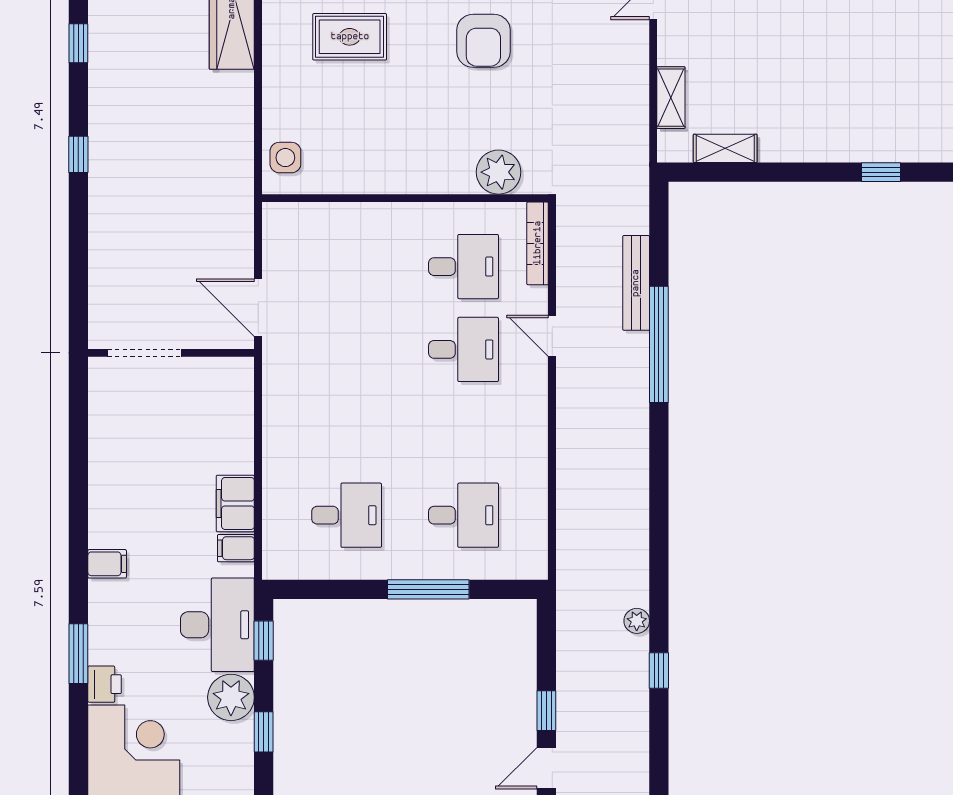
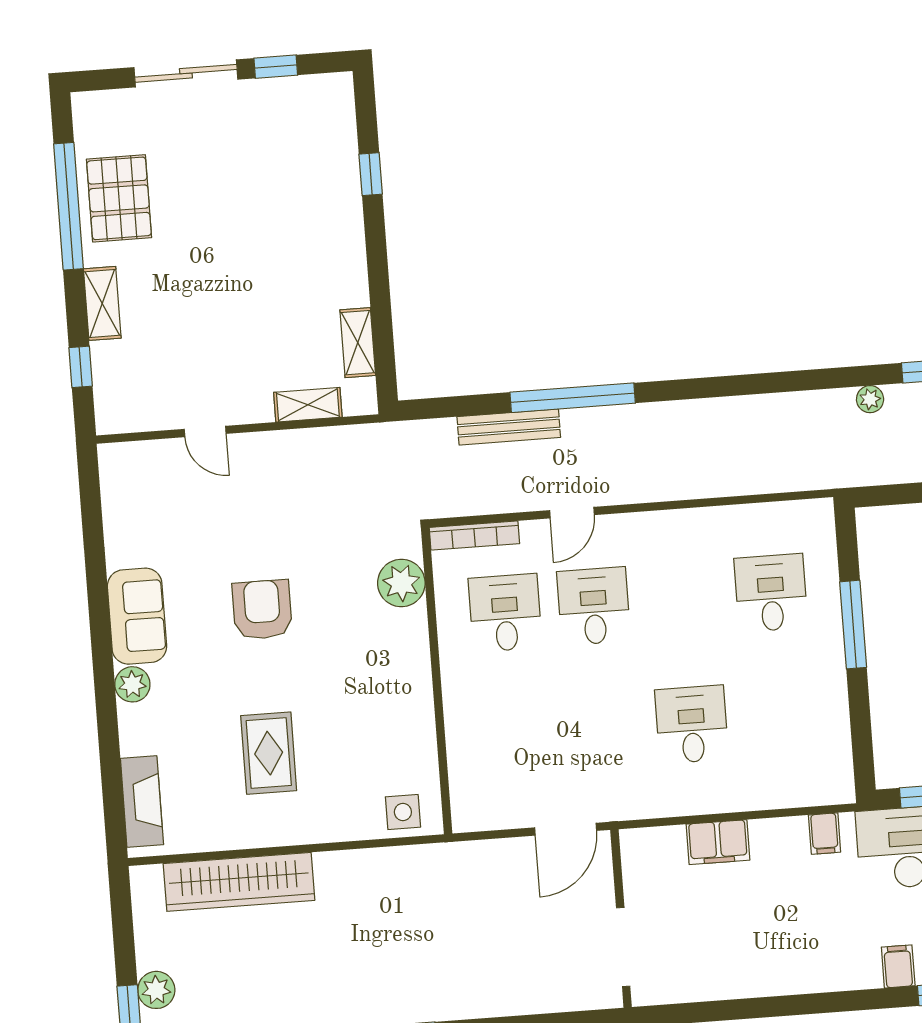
armchair: (483, 41) -> (262, 610), turned -90
filing cabinet: (235, 503) -> (718, 842), moved
desk: (347, 515) -> (692, 725), moved
filing cabinet: (107, 564) -> (898, 966), moved

